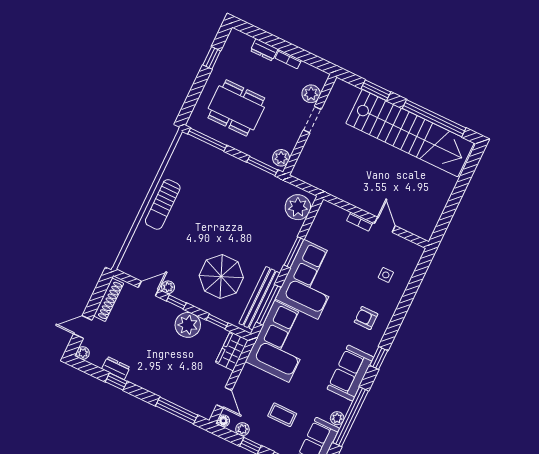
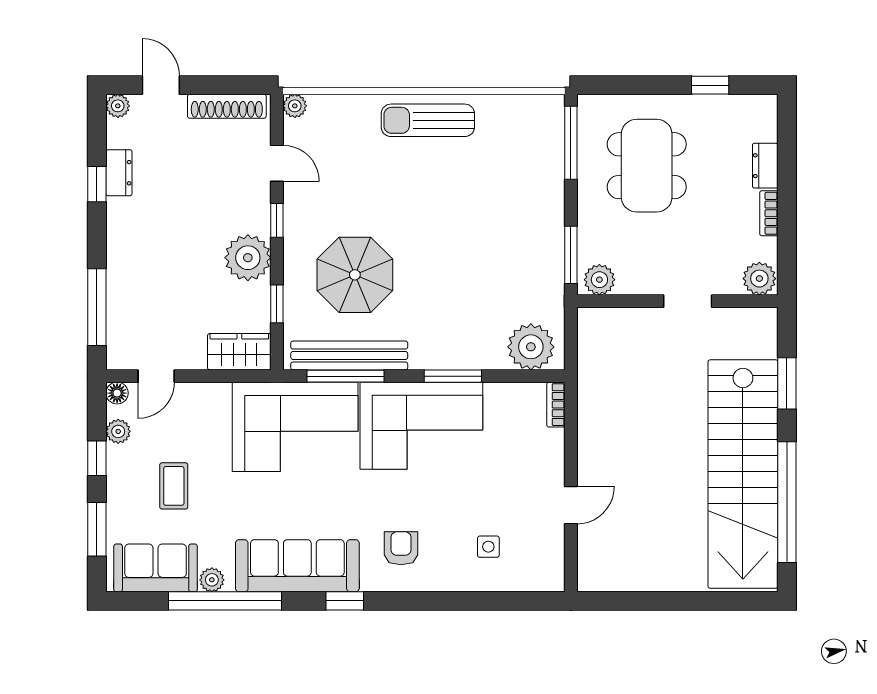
plant: (311, 94) -> (759, 279), moved
bookcase: (360, 222) -> (556, 405), moved
plant: (168, 287) -> (295, 106), moved
sofa: (350, 373) -> (297, 566), width x1.36

